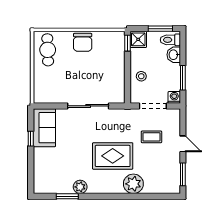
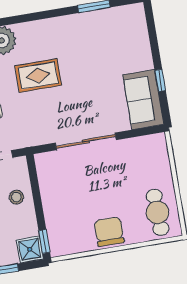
rug: (113, 156) -> (38, 75), width x0.73, depth x0.70
plant: (80, 187) -> (78, 23), removed

